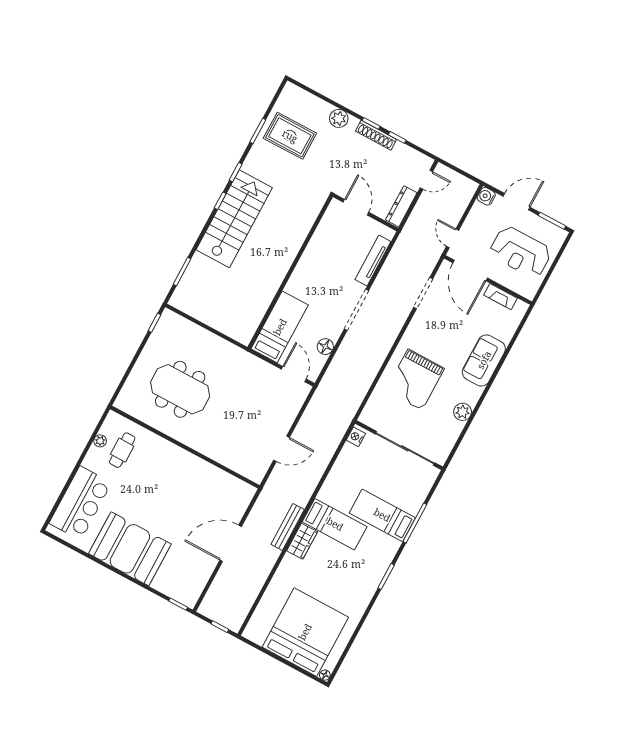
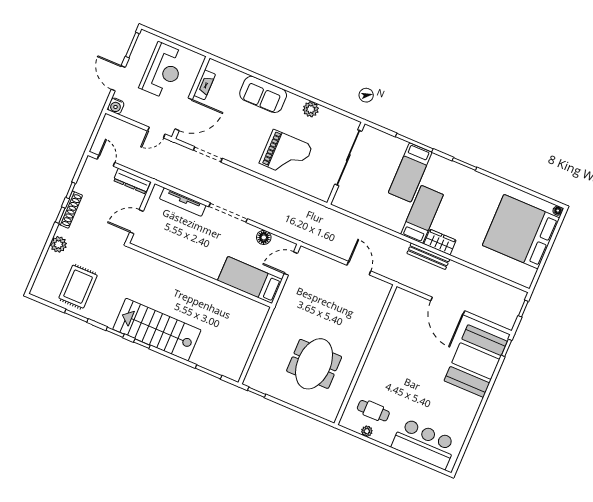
nightstand: (356, 437) -> (342, 203), removed
booth: (130, 549) -> (476, 361), moved

